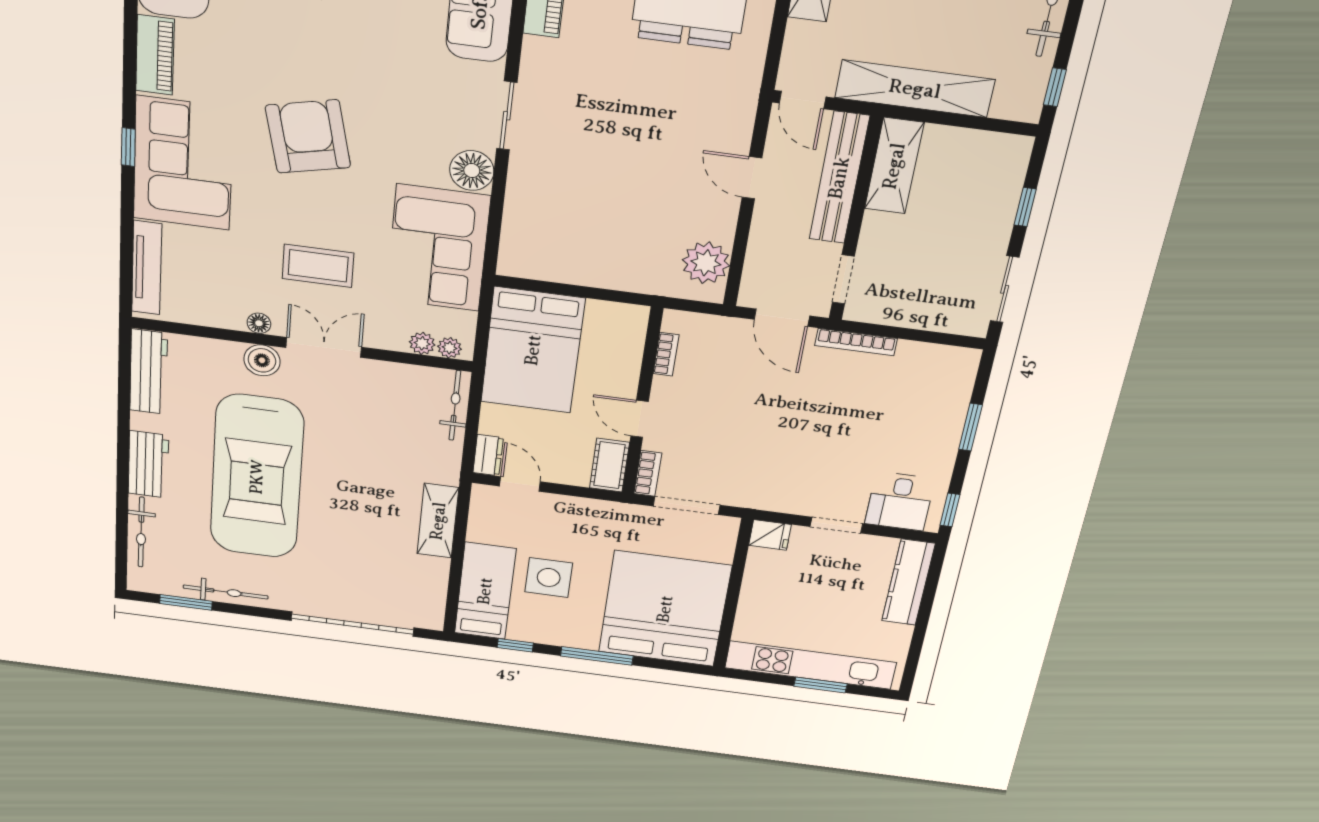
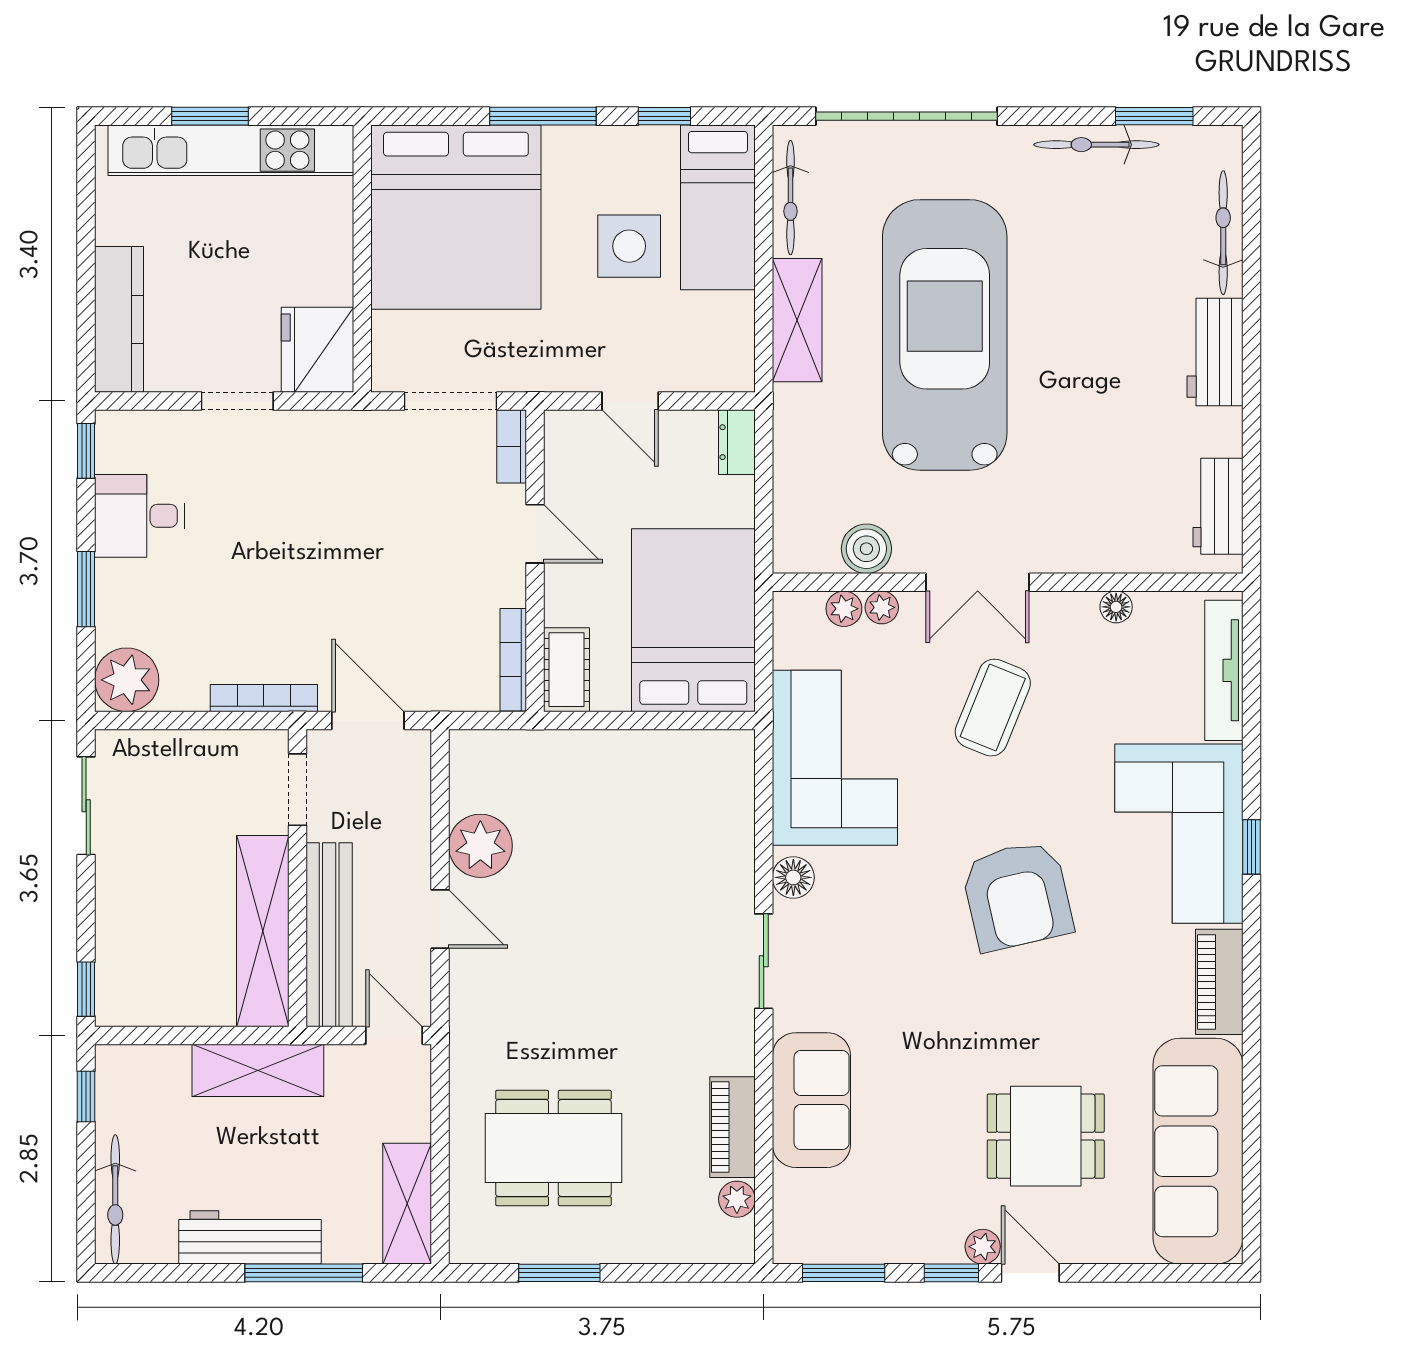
shelving: (915, 89) -> (258, 1070), width x0.68
shelving: (894, 166) -> (263, 931), width x1.47
floor lamp: (472, 171) -> (793, 877), width x0.73, depth x0.73
window: (1025, 207) -> (86, 989), moved
plant: (706, 263) -> (480, 846), moved
coffee table: (318, 266) -> (993, 708), turned -68
floor lamp: (259, 323) -> (1116, 607), moved
plant: (450, 348) -> (882, 607), moved
bookcase: (666, 354) -> (513, 660), width x1.56
boiler: (262, 360) -> (866, 549), moved
plant: (955, 367) -> (127, 680), added
workbench: (149, 372) -> (1218, 506), width x0.73
bicycle: (455, 406) -> (791, 198), moved
cot: (609, 465) -> (566, 670), moved
car: (257, 477) -> (945, 335), moved
door: (520, 484) -> (630, 401), moved
desk: (900, 501) -> (140, 516), moved, turned -90
fridge: (770, 535) -> (318, 350), width x1.88, depth x1.34

